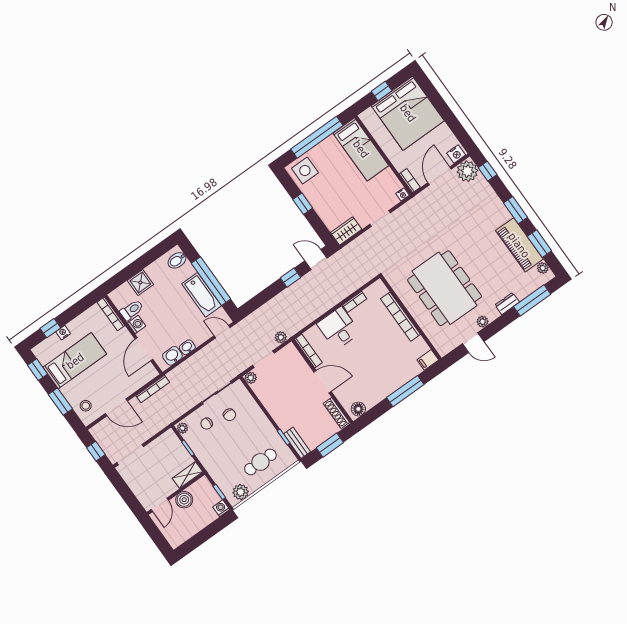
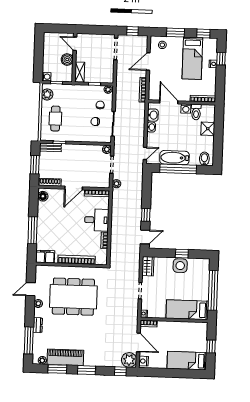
bed: (408, 113) -> (187, 361), width x0.49
side table: (305, 170) -> (180, 266), moved
filing cabinet: (428, 360) -> (45, 257), width x2.00

